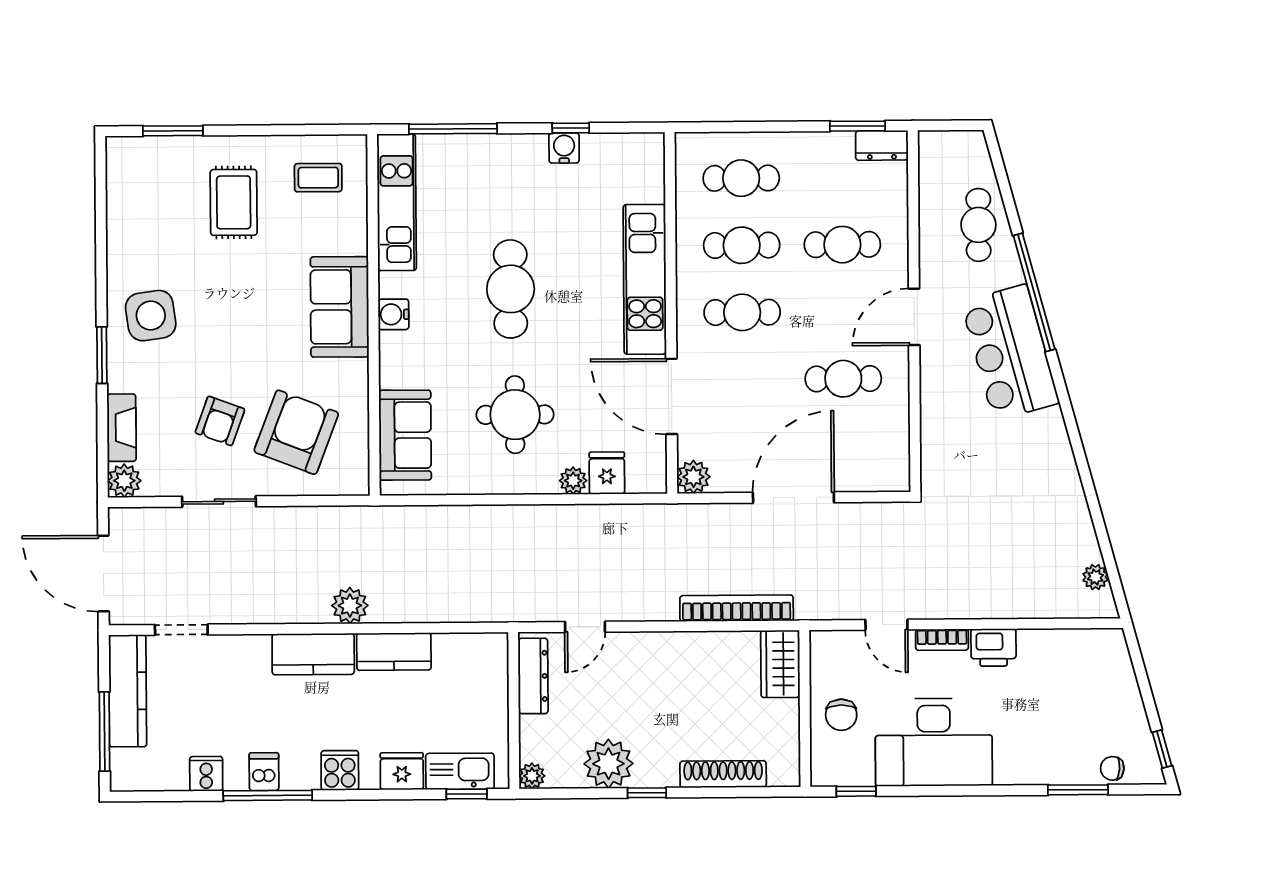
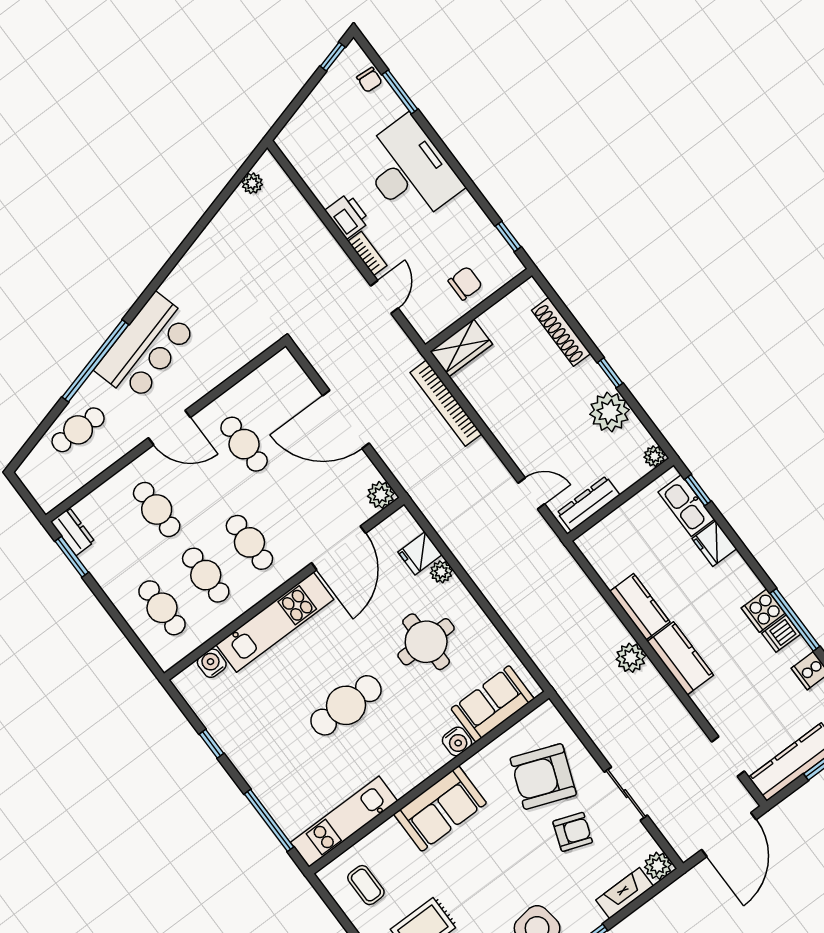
water cooler: (564, 148) -> (212, 663), moved, turned 90
water cooler: (393, 314) -> (457, 741), moved
desk: (934, 742) -> (409, 171), moved
cooker: (340, 770) -> (763, 611), moved

